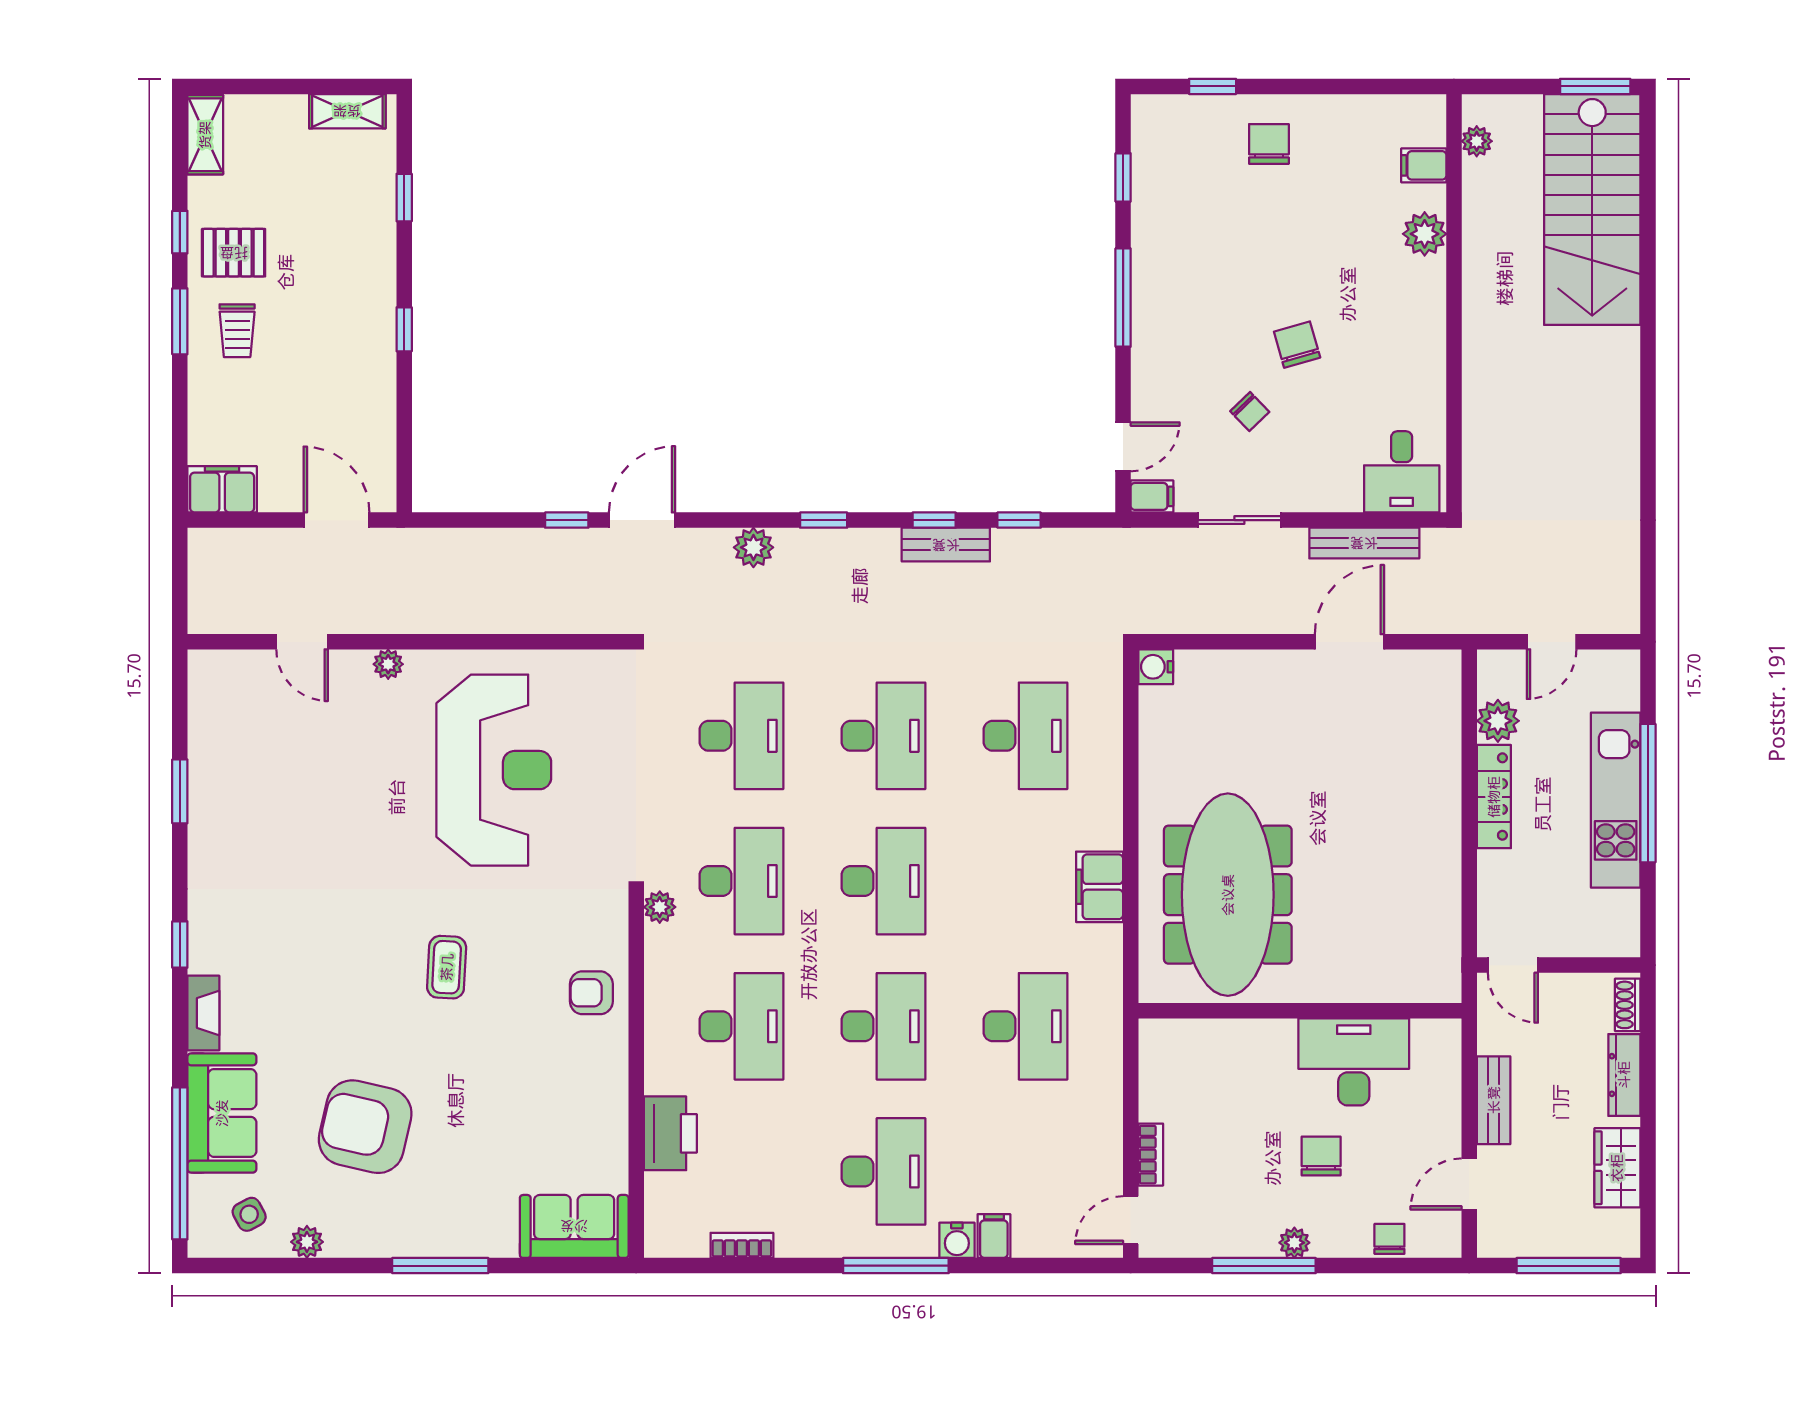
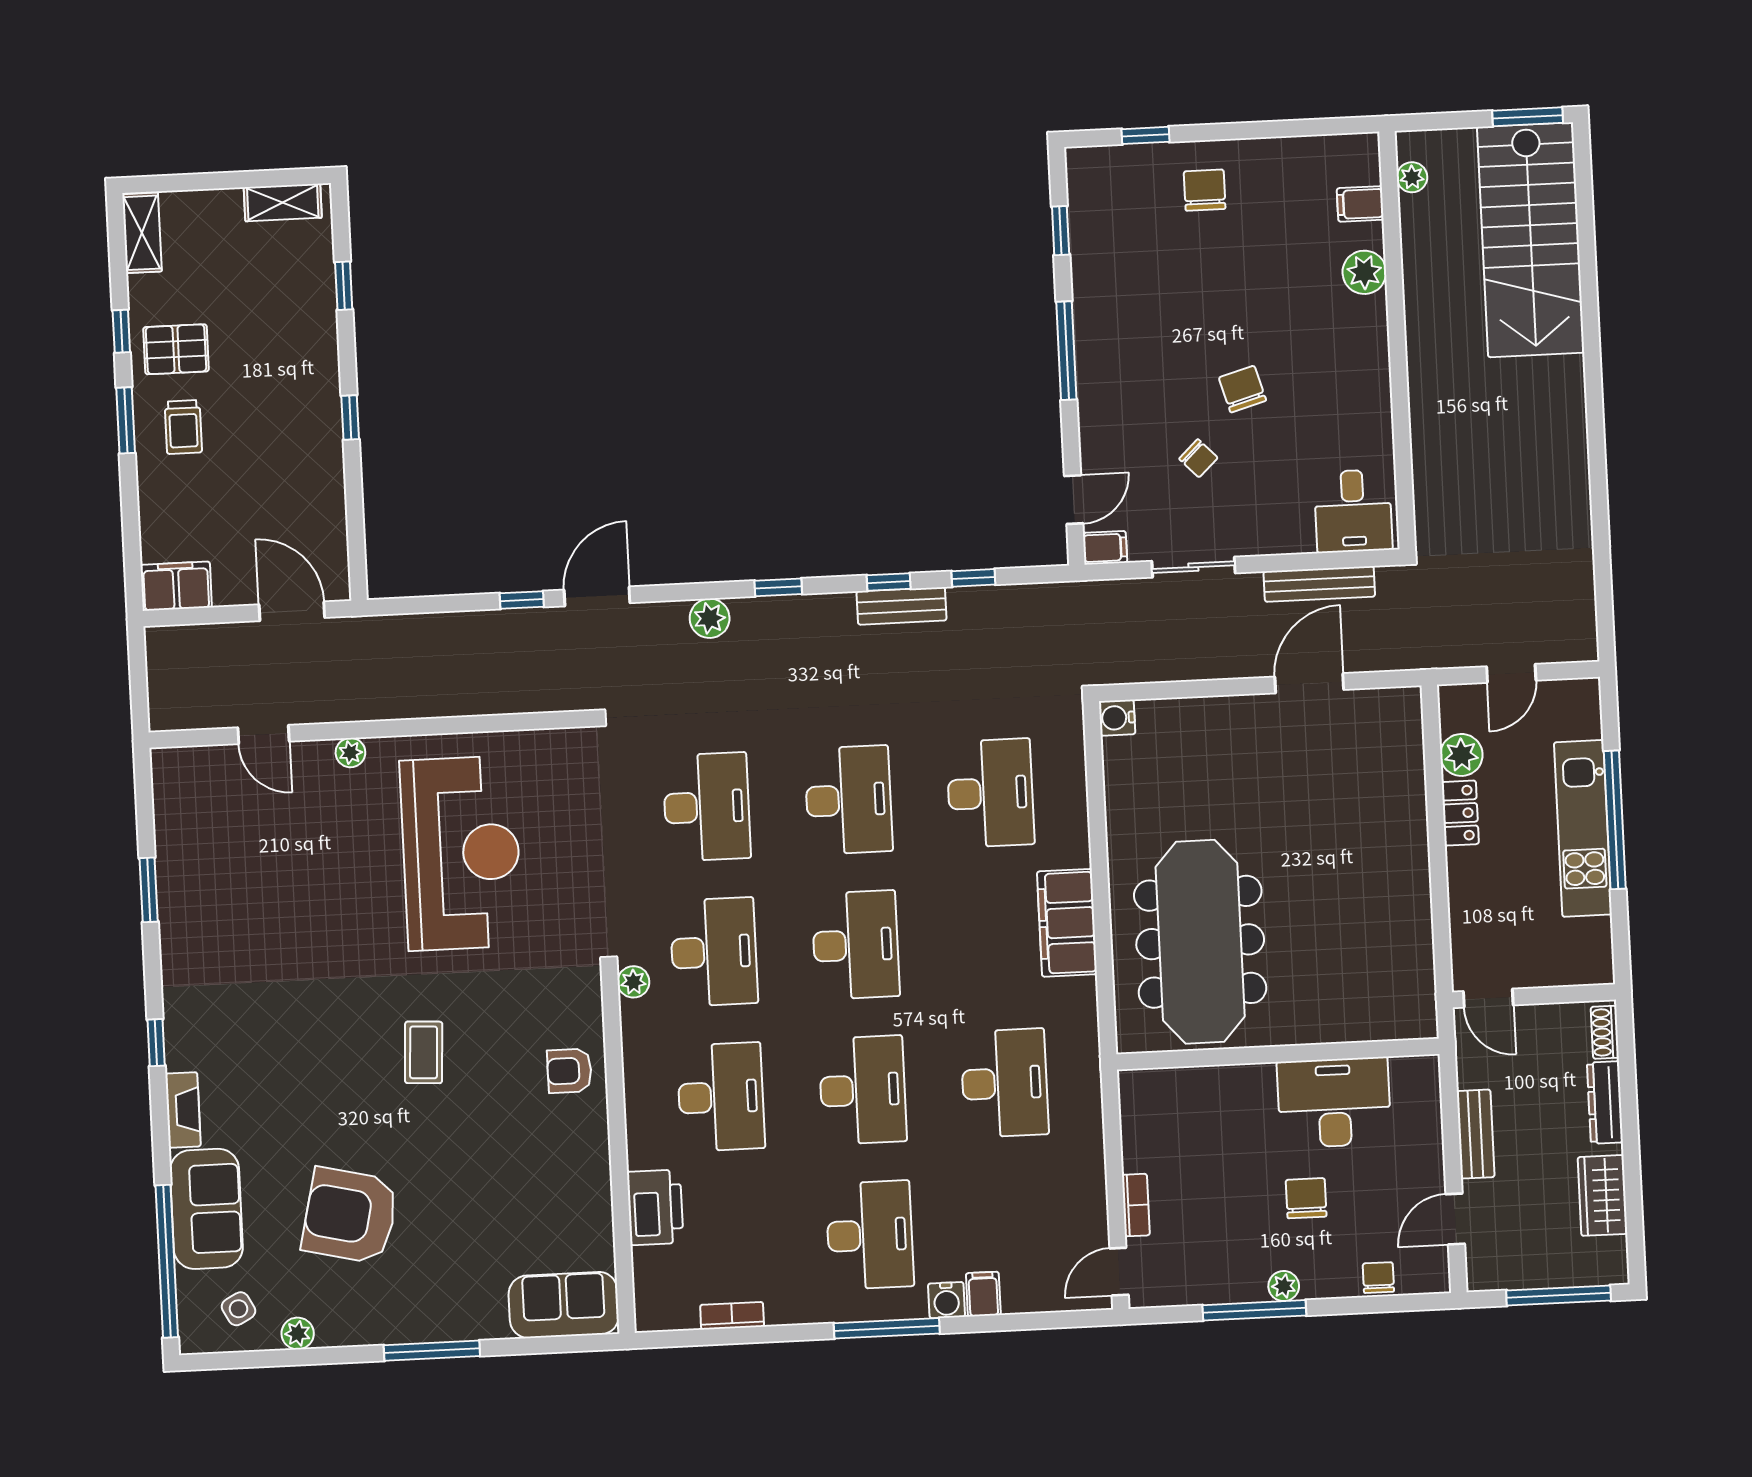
locker: (1494, 797) -> (1460, 813), width x0.66
filing cabinet: (1100, 887) -> (1067, 923), width x1.50, depth x1.17

